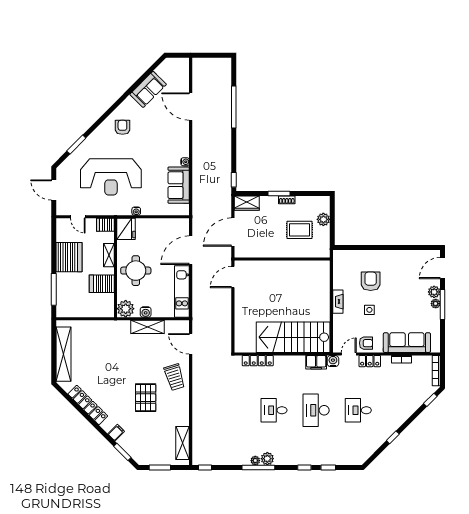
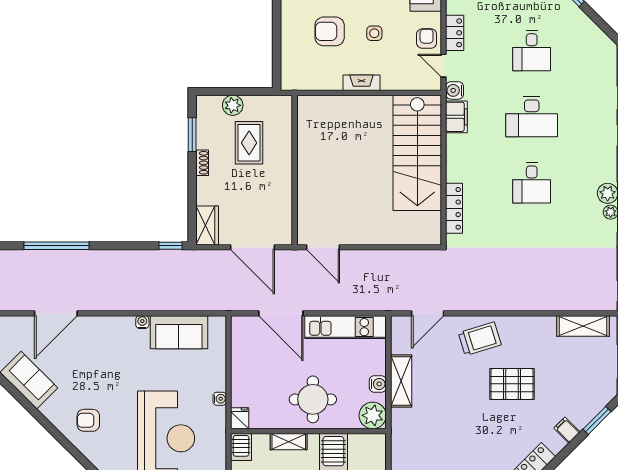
window: (279, 194) -> (192, 135), moved
fridge: (126, 229) -> (240, 418), width x0.53, depth x0.75

